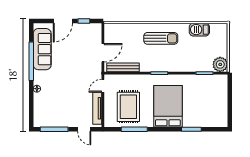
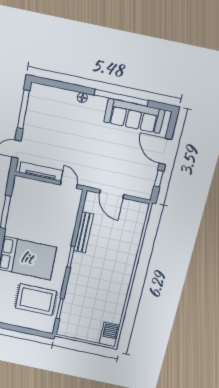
barbecue: (199, 30) -> (110, 335), moved
sun lounger: (161, 38) -> (114, 268), removed
plant: (220, 64) -> (67, 328), removed
bench: (123, 67) -> (84, 232), moved
rug: (128, 107) -> (36, 300), moved

